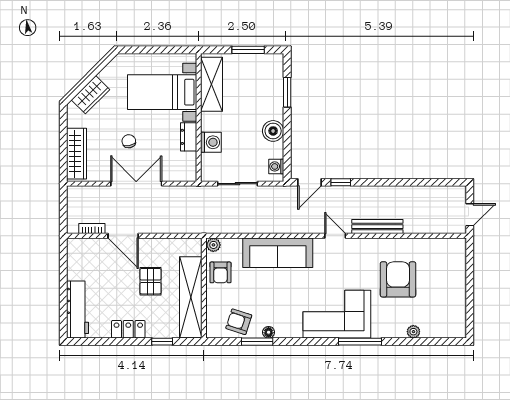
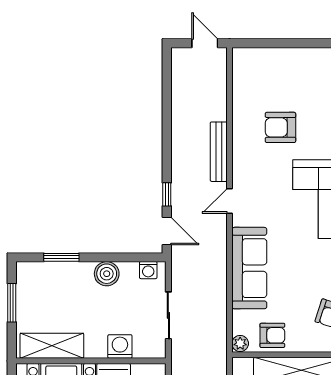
armchair: (398, 279) -> (280, 127), width x0.73, depth x0.73

